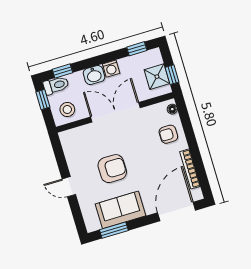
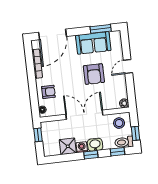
window: (137, 49) -> (91, 155), moved
shower: (157, 77) -> (68, 146), moved
double door: (115, 112) -> (84, 115), swing flipped
plant: (65, 137) -> (124, 103), added
armchair: (112, 169) -> (94, 74), turned -90
door: (69, 187) -> (128, 67), swing flipped

